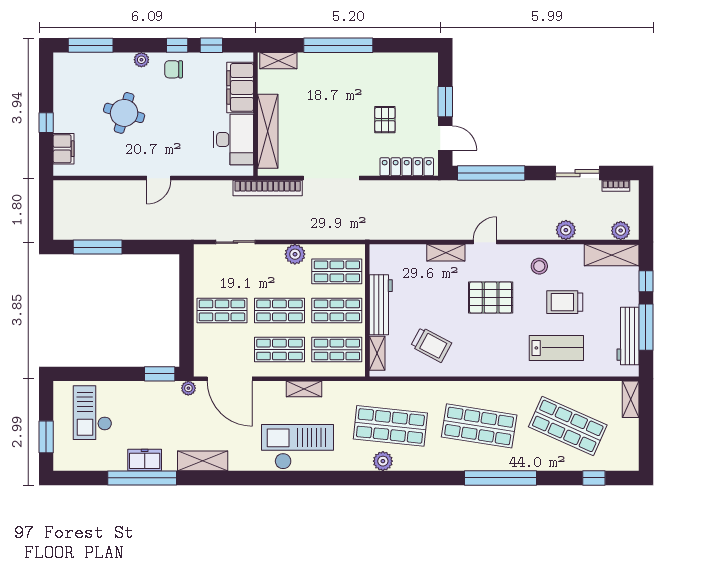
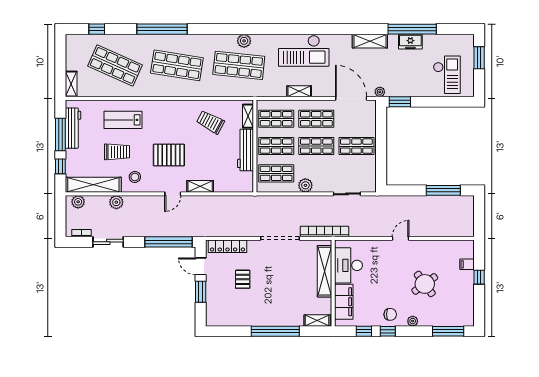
round table: (124, 113) -> (425, 284), turned 38
filing cabinet: (64, 149) -> (467, 264), width x0.50
shelving: (612, 255) -> (93, 185), width x1.47

